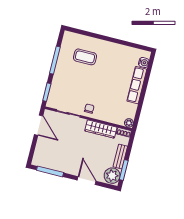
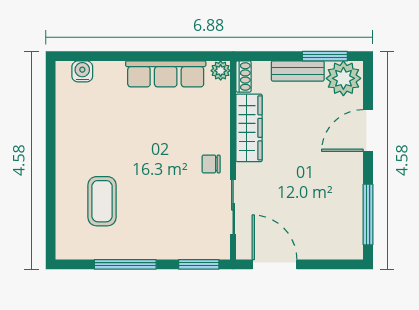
row of seats: (137, 85) -> (166, 74), moved
door: (39, 125) -> (275, 264), hinge flipped

